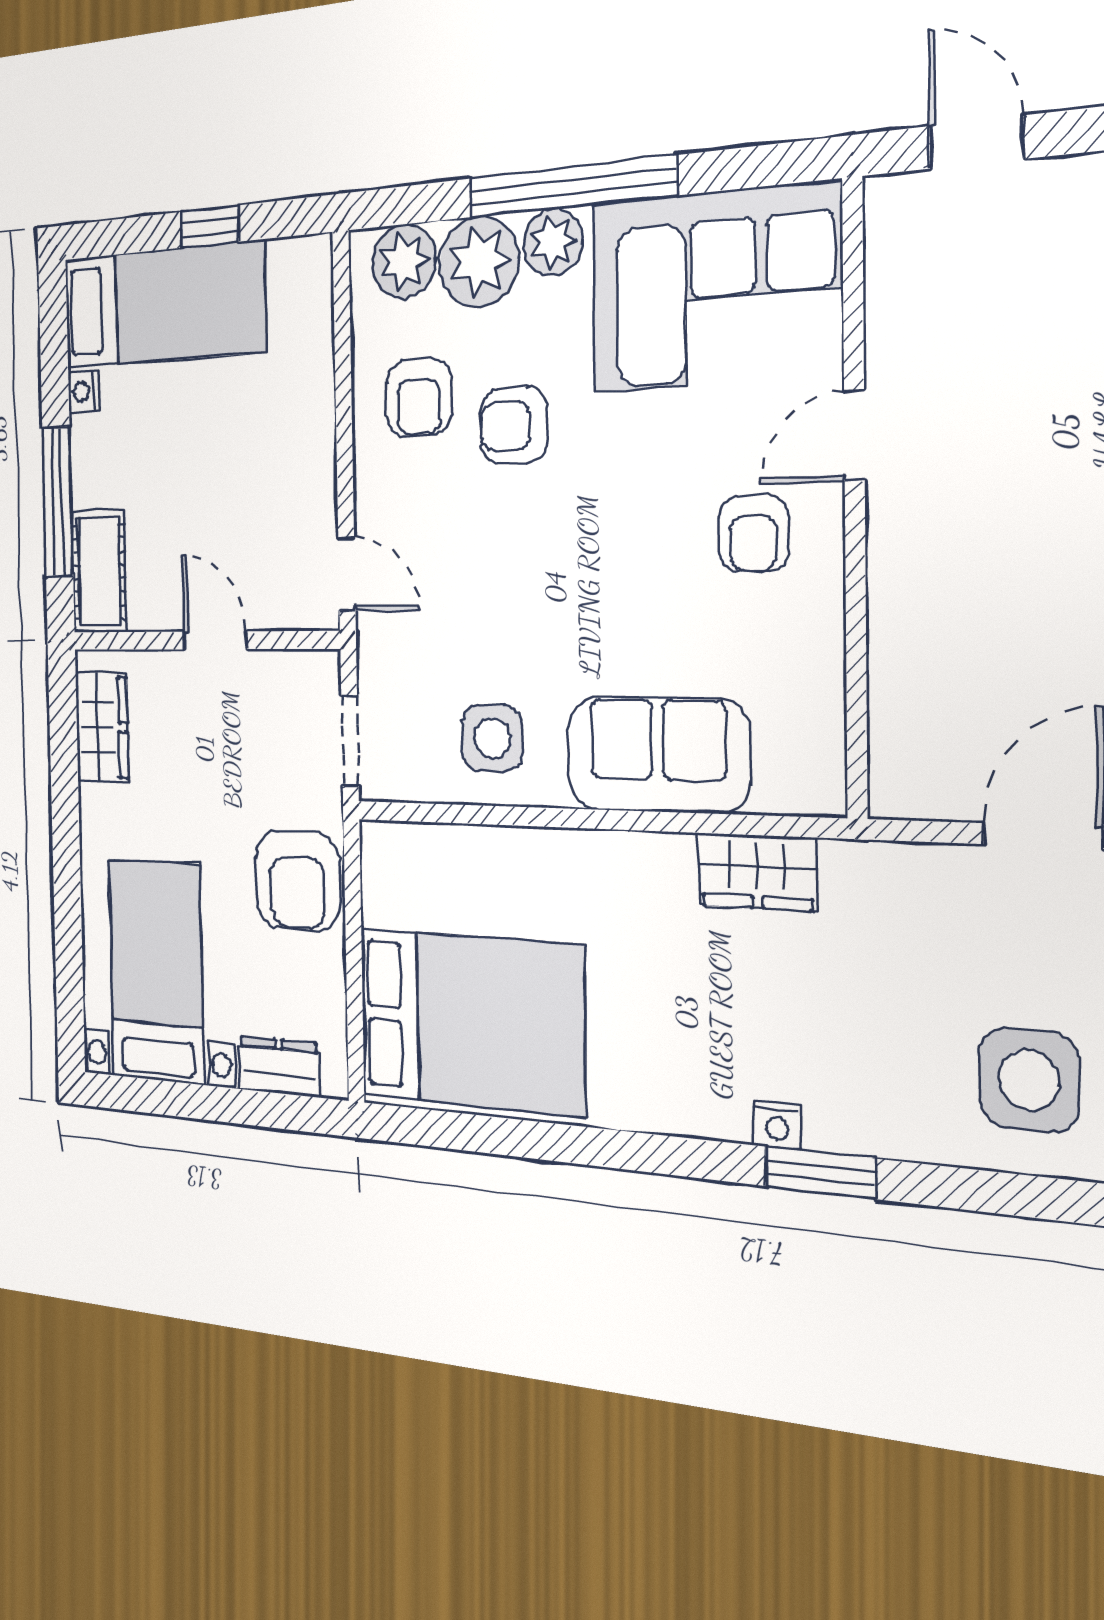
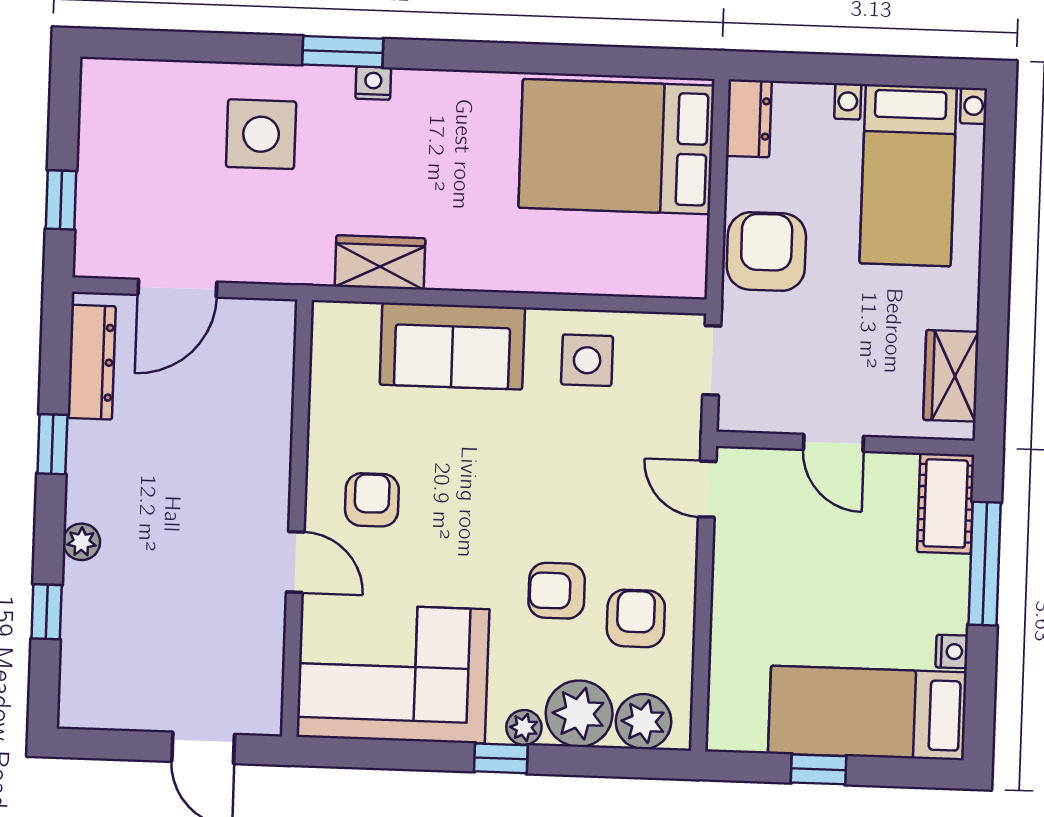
window: (571, 187) -> (501, 758), width x0.32
plant: (553, 242) -> (524, 727), width x0.73, depth x0.73
armchair: (514, 426) -> (557, 591), turned 180
door: (854, 435) -> (295, 562), hinge flipped
dresser: (279, 1066) -> (749, 118), moved, turned -90
side table: (1029, 1080) -> (261, 134), moved

